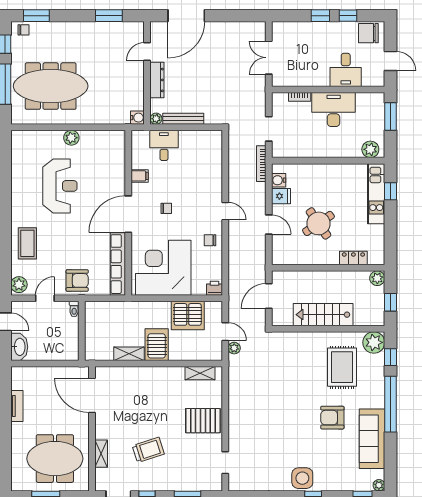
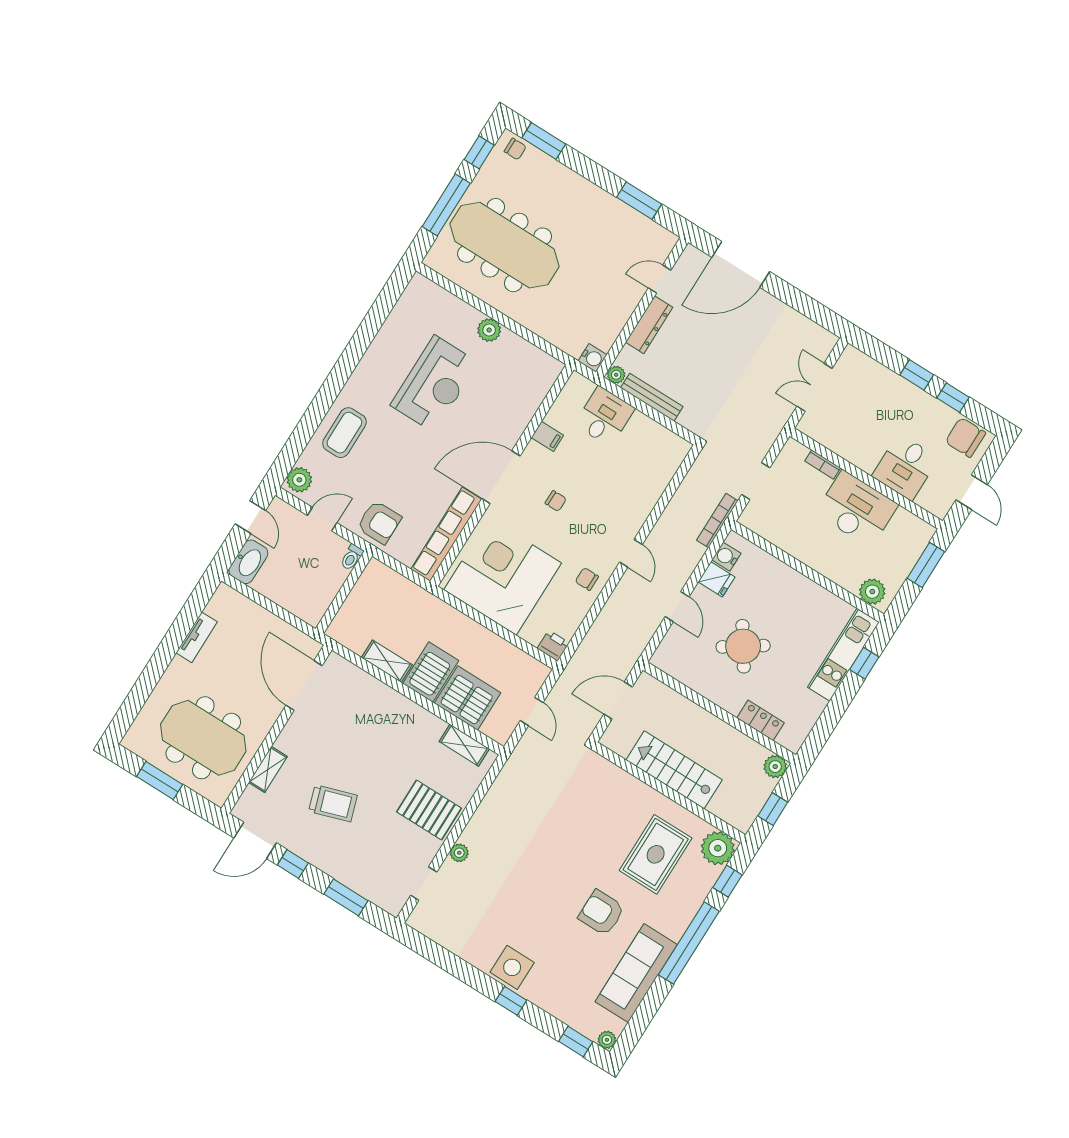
server rack: (188, 316) -> (468, 698), moved, turned 180
plant: (234, 348) -> (459, 853), moved

